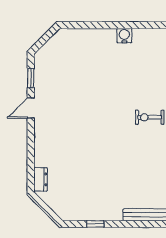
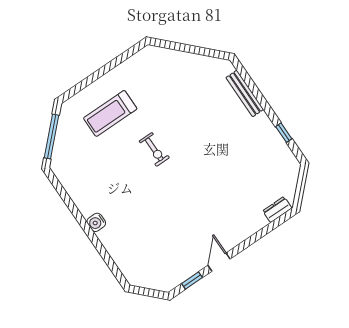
door: (31, 108) -> (219, 262), swing flipped

